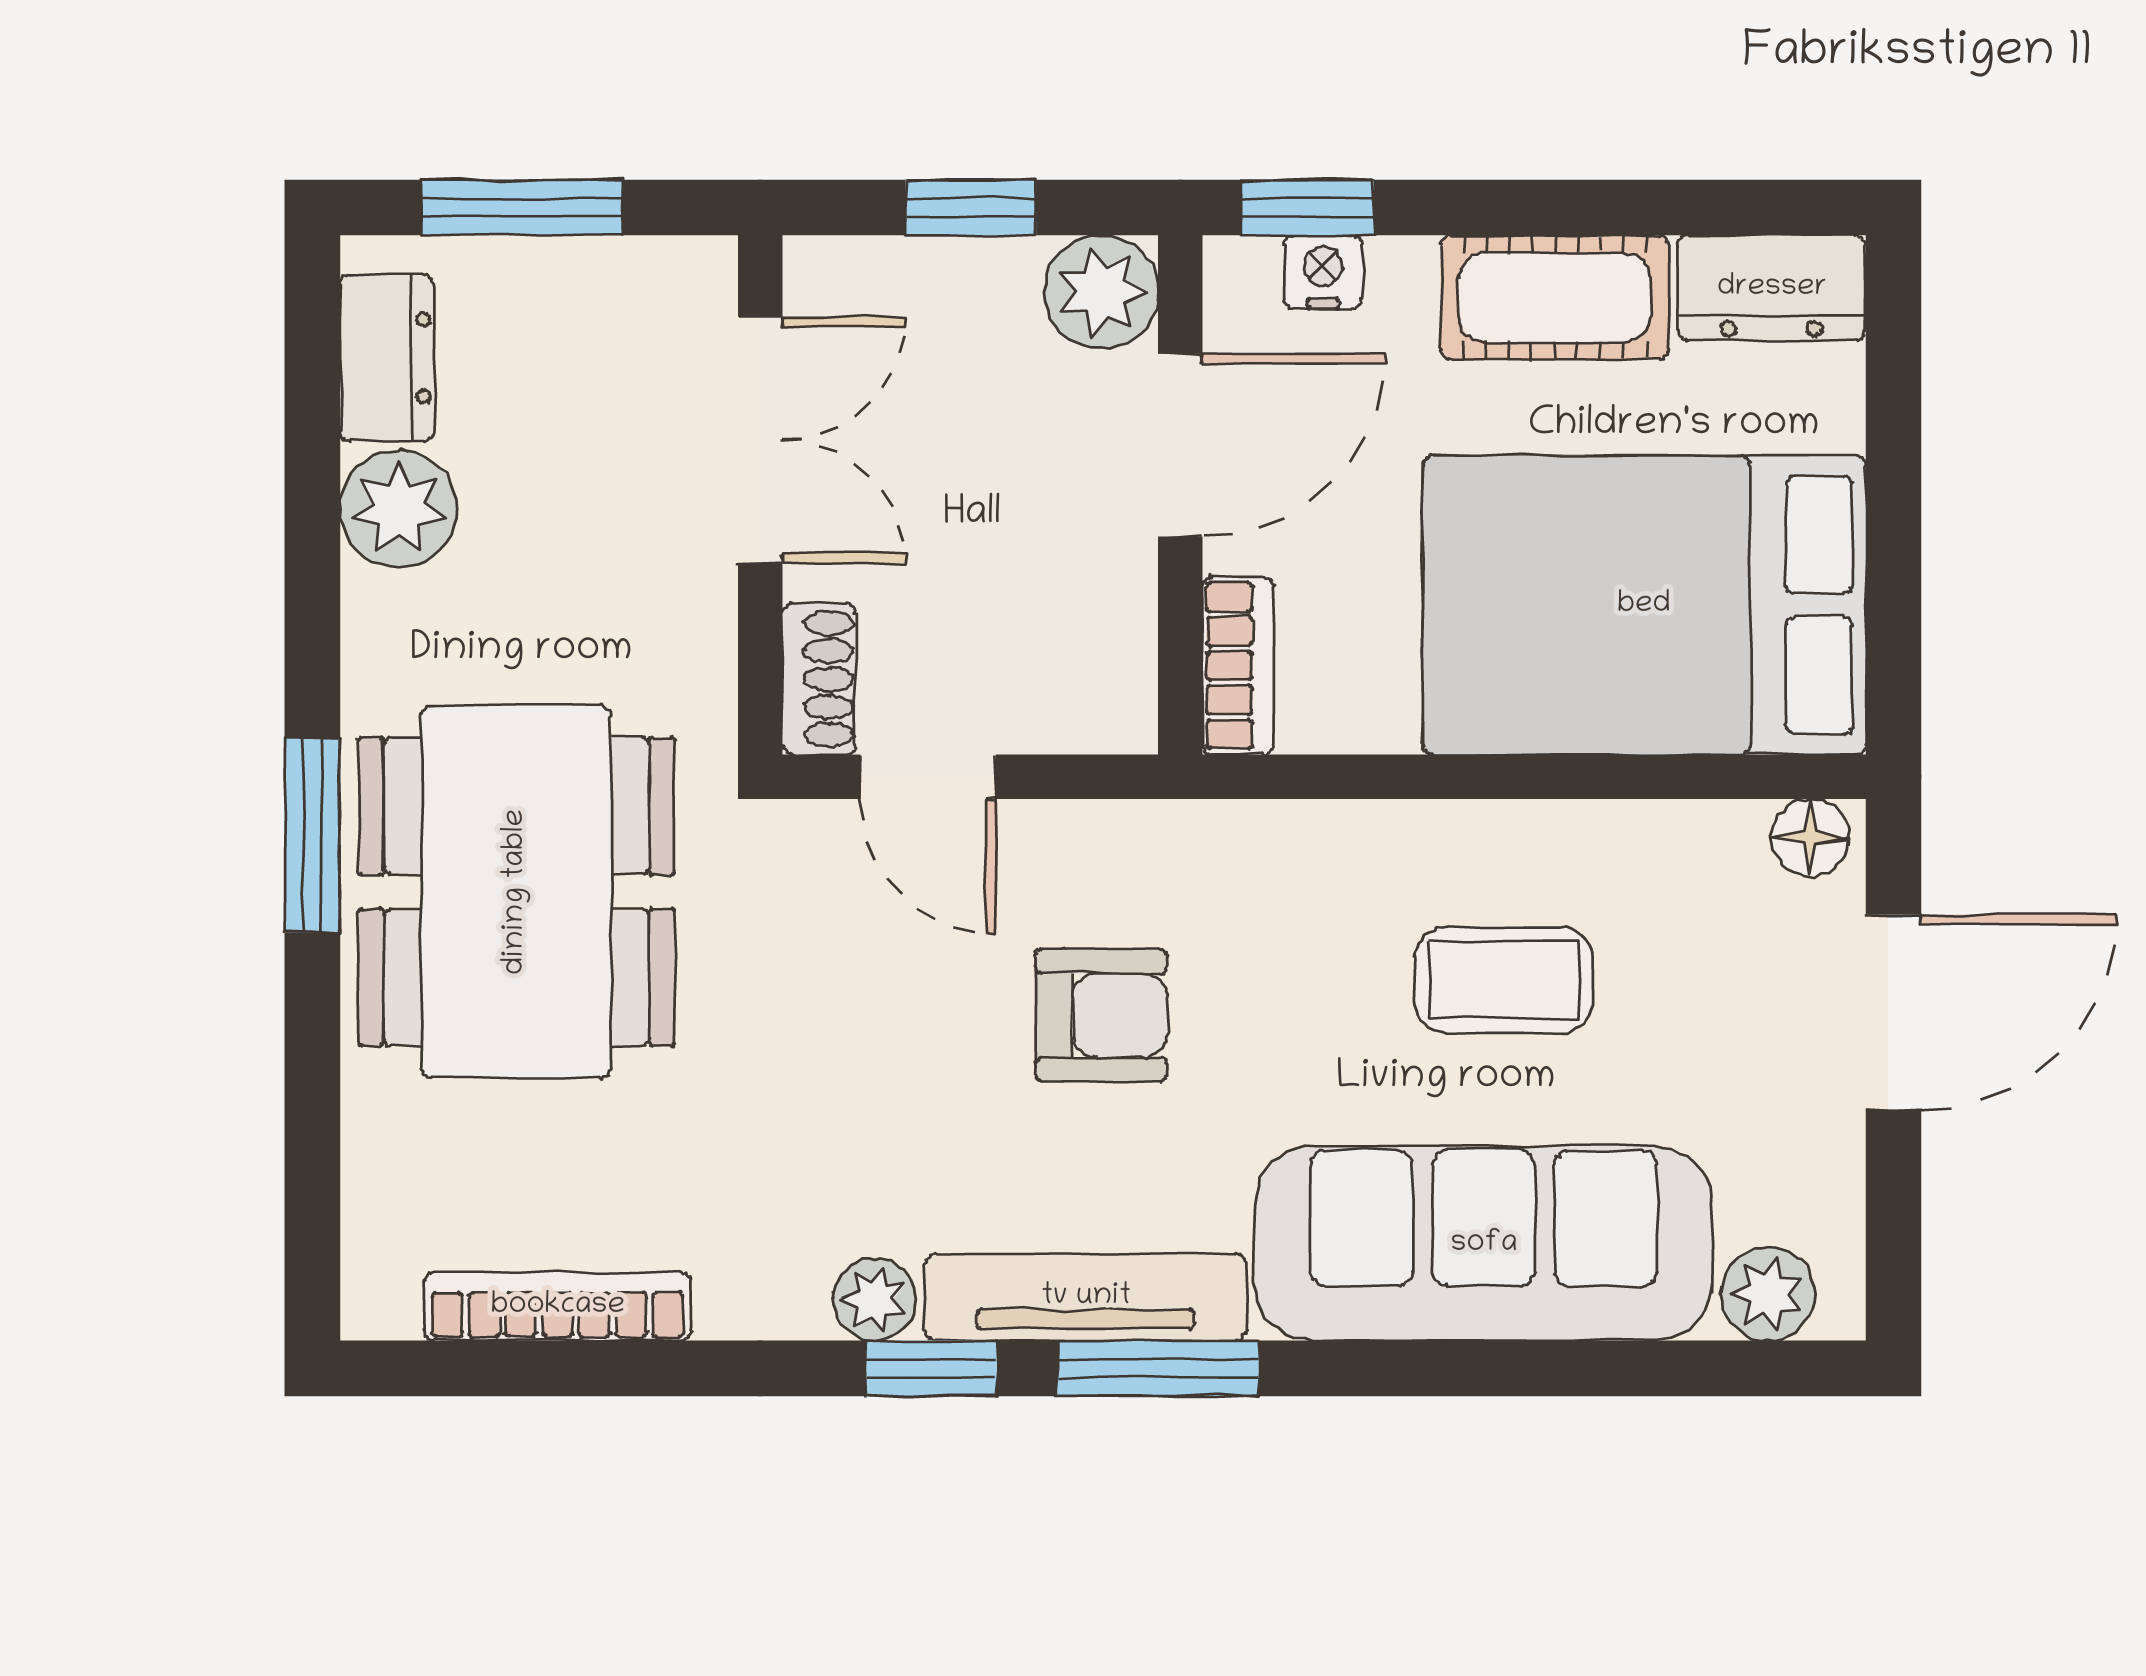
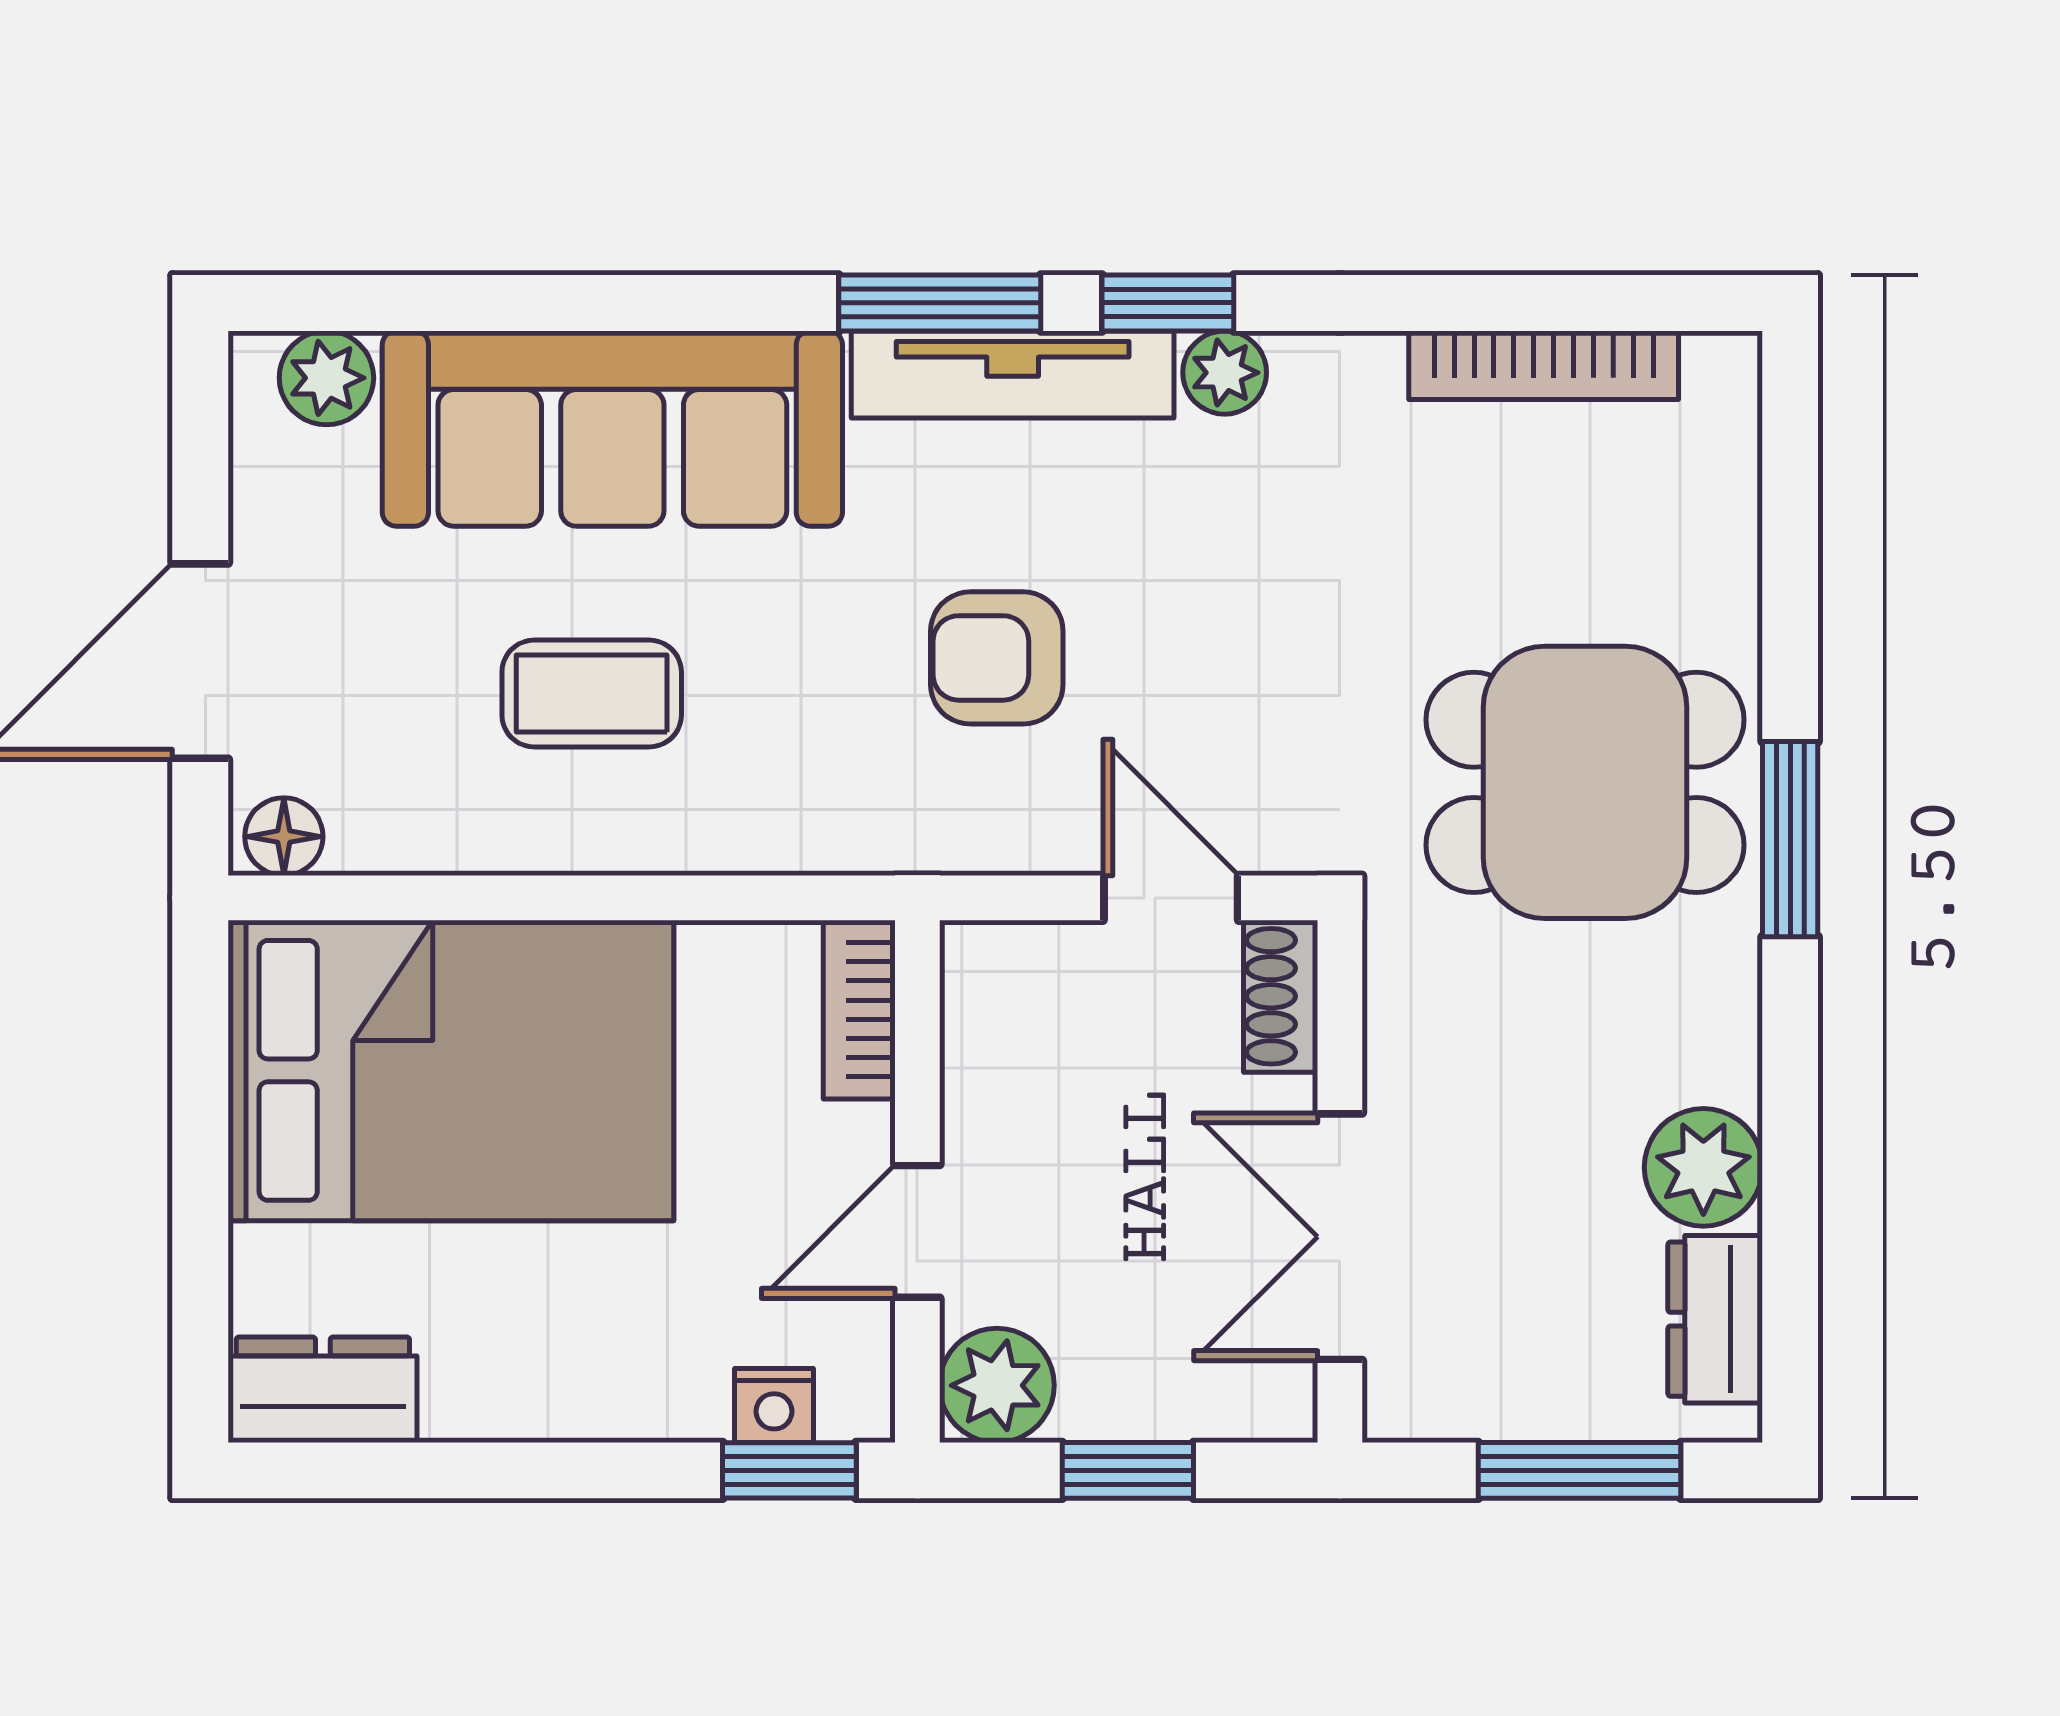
cot: (1555, 297) -> (541, 1380), removed
door: (1180, 445) -> (917, 1231), width x0.73
dining table: (516, 892) -> (1585, 782), width x0.73

